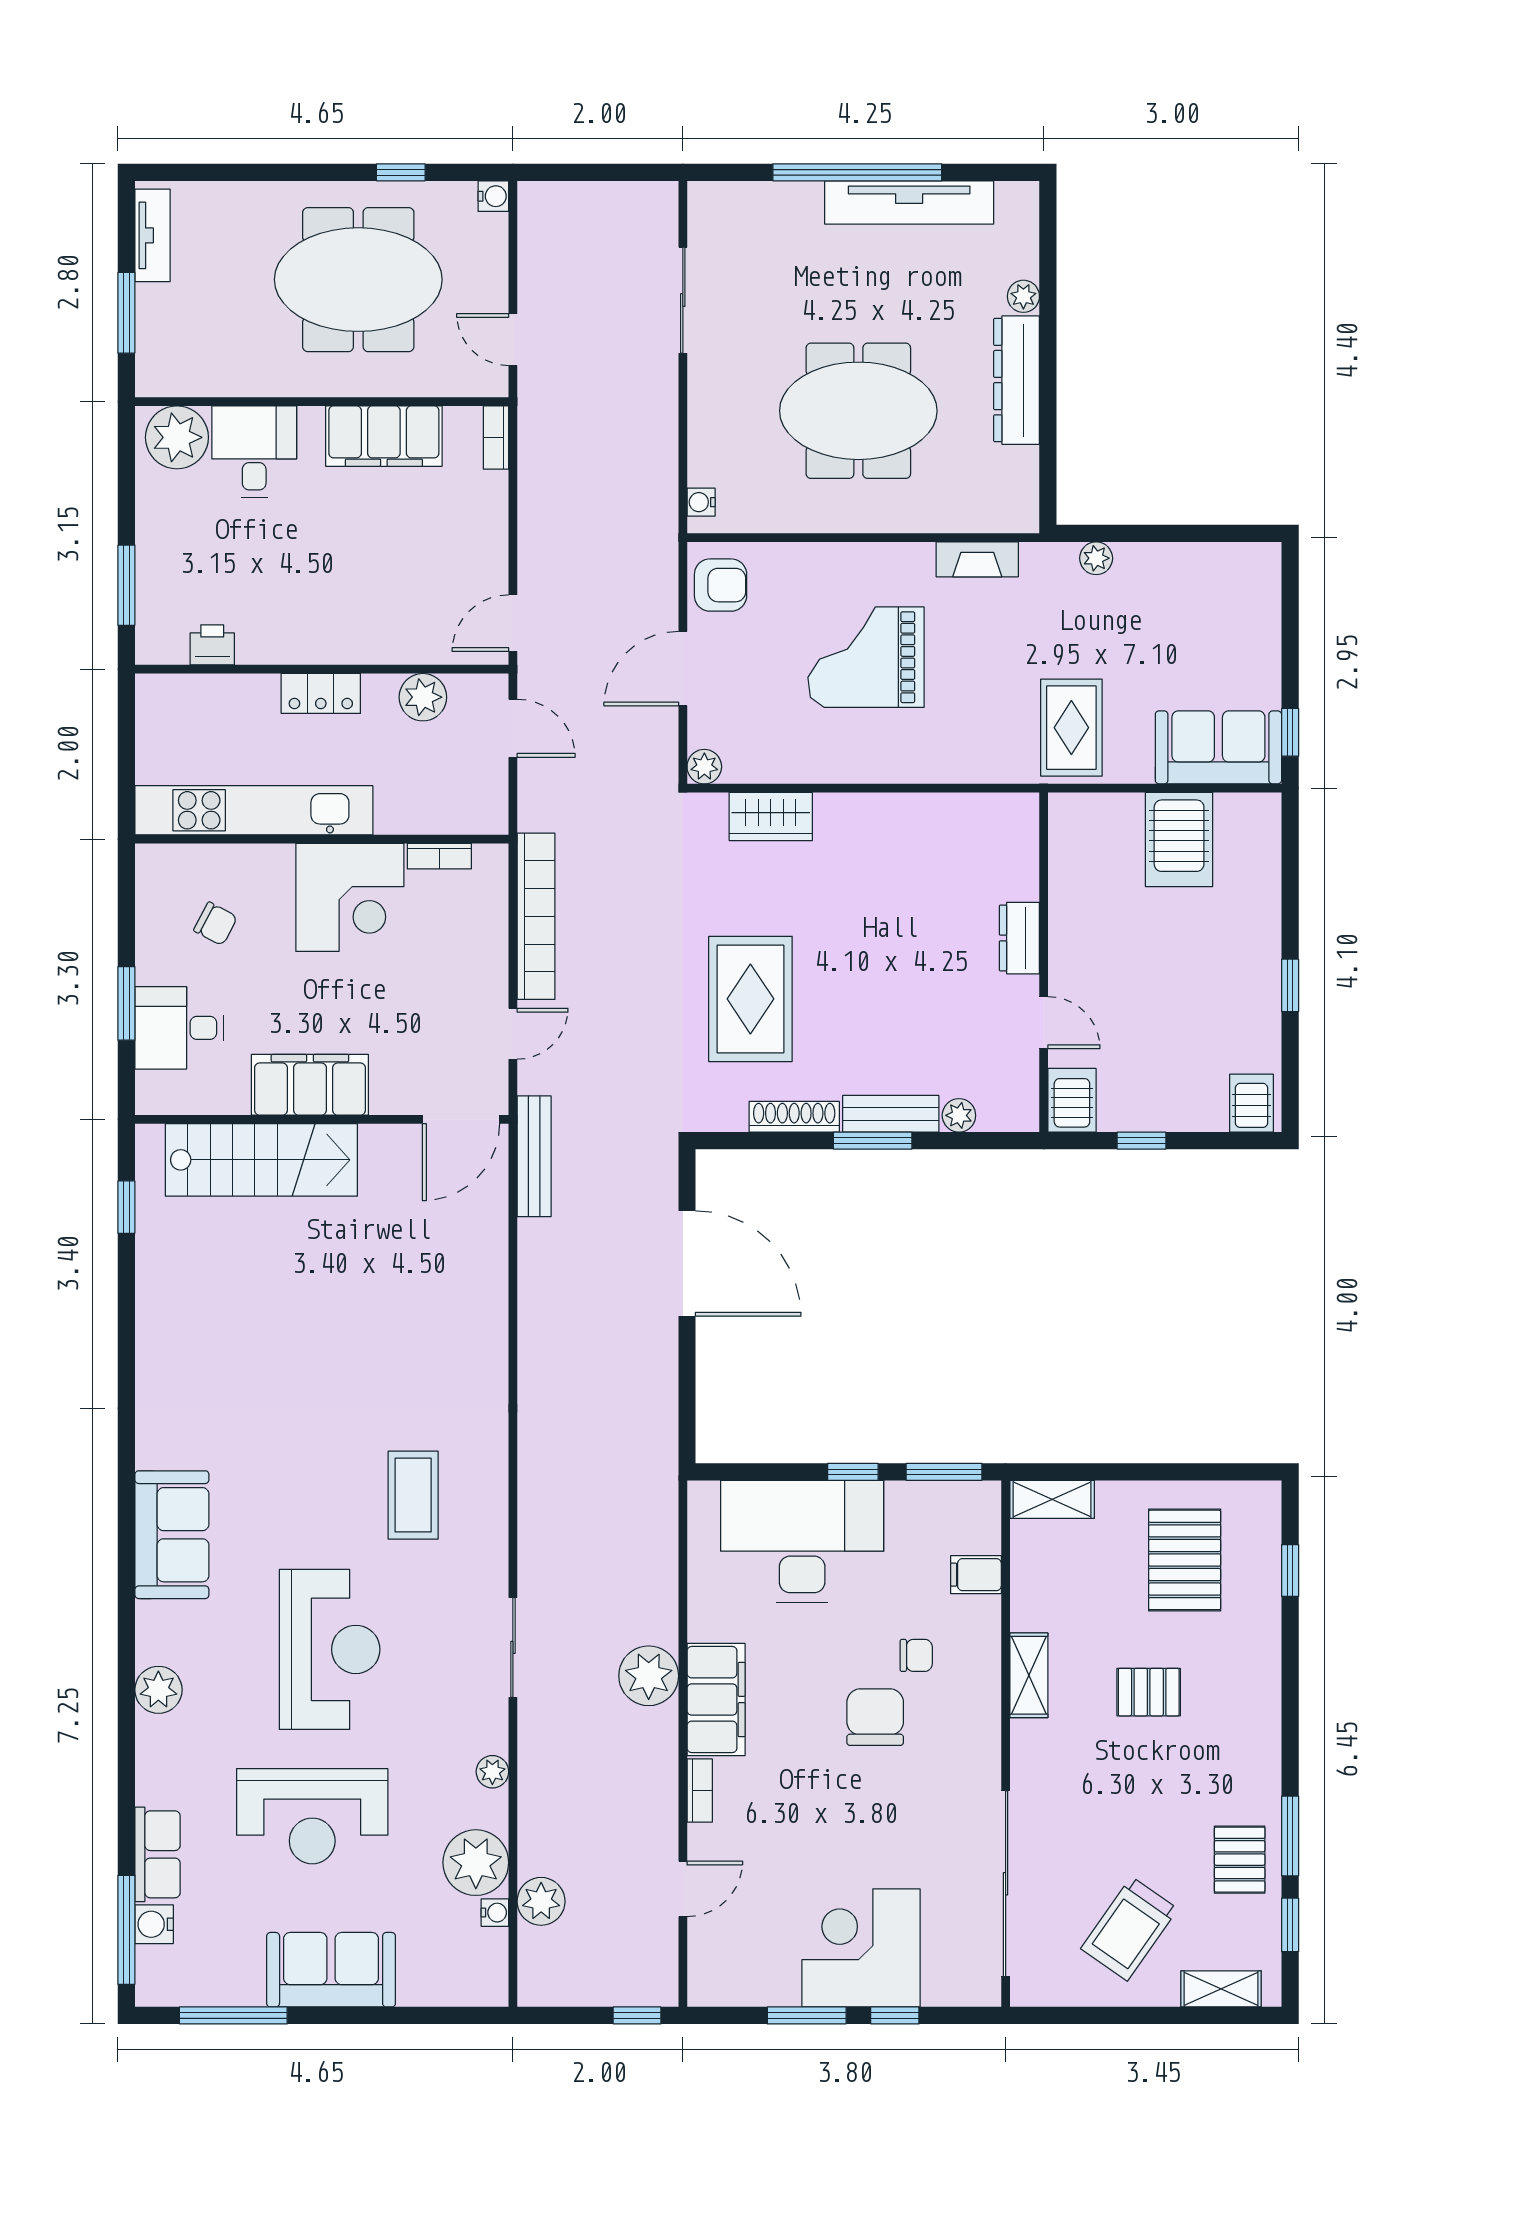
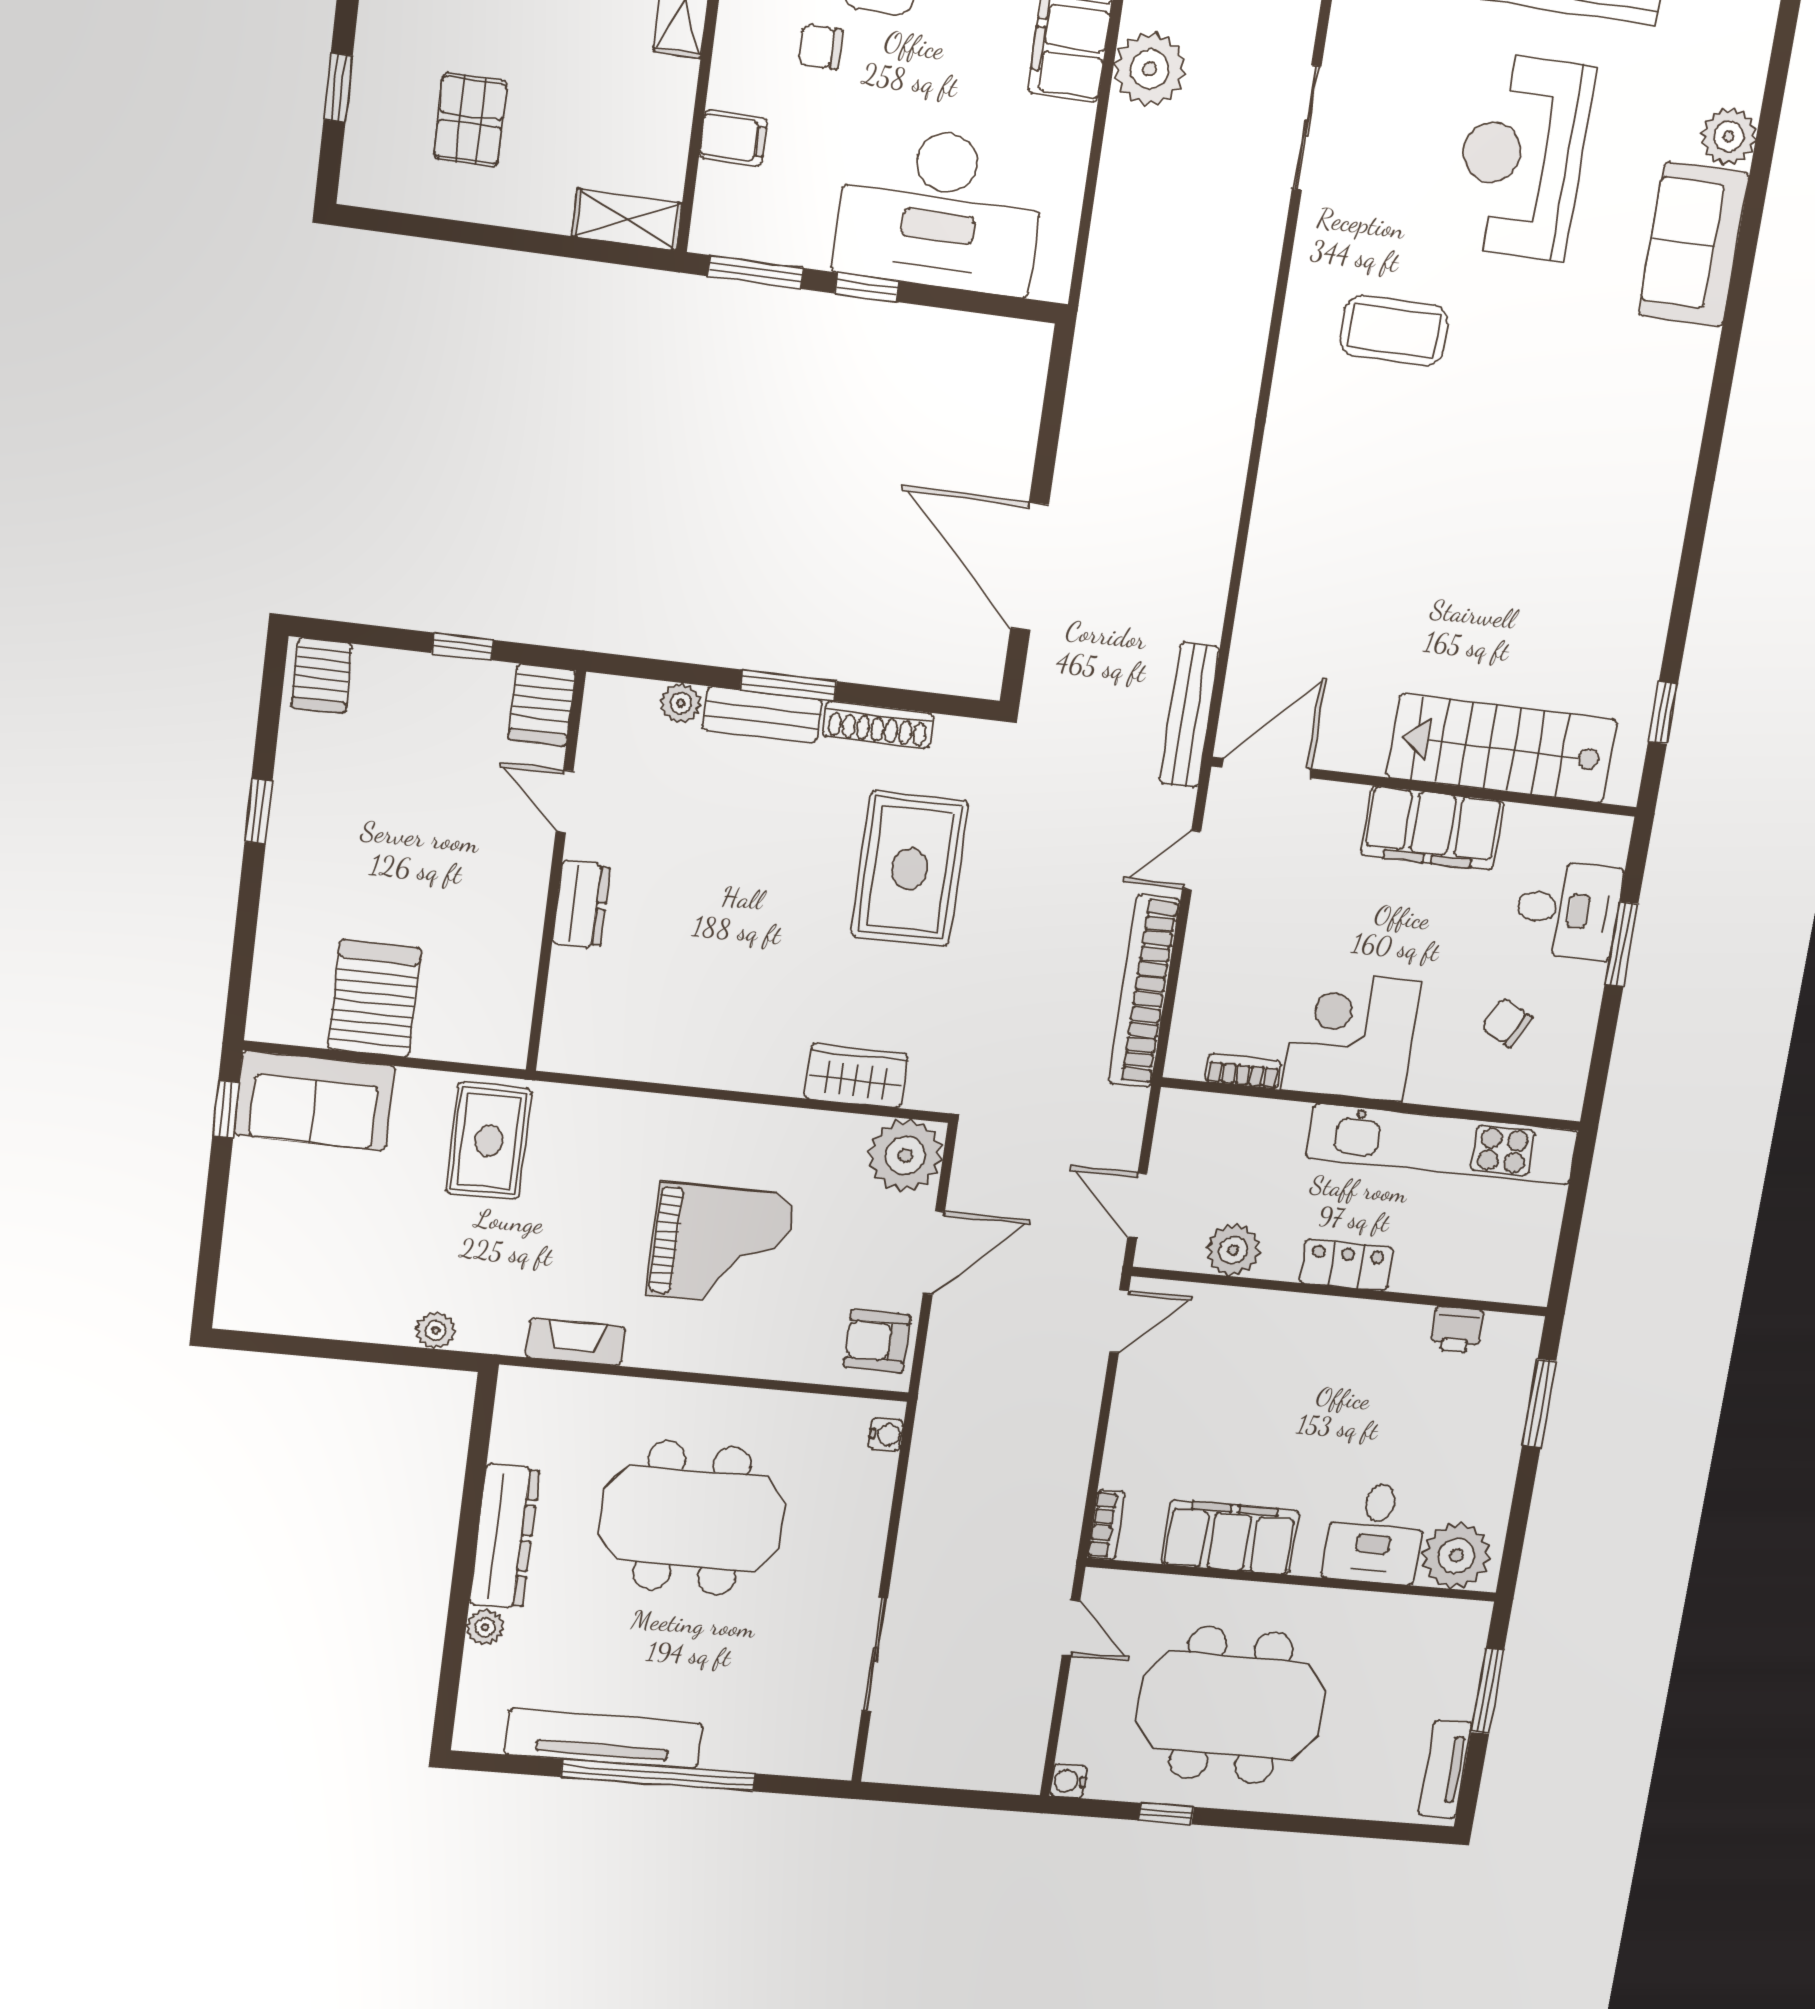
plant: (704, 767) -> (905, 1156), width x1.87, depth x1.87
coffee table: (413, 1495) -> (1394, 331), turned 90
sofa: (172, 1535) -> (1694, 244), moved
pallet: (1185, 1560) -> (470, 120), width x0.67, depth x0.71

